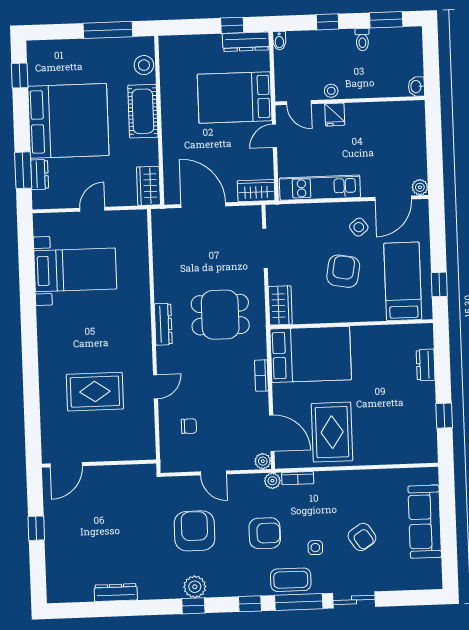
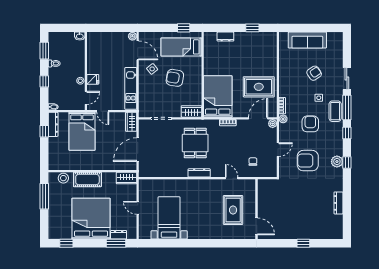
wall: (99, 464) -> (257, 209), moved
door: (66, 465) -> (257, 226), moved

